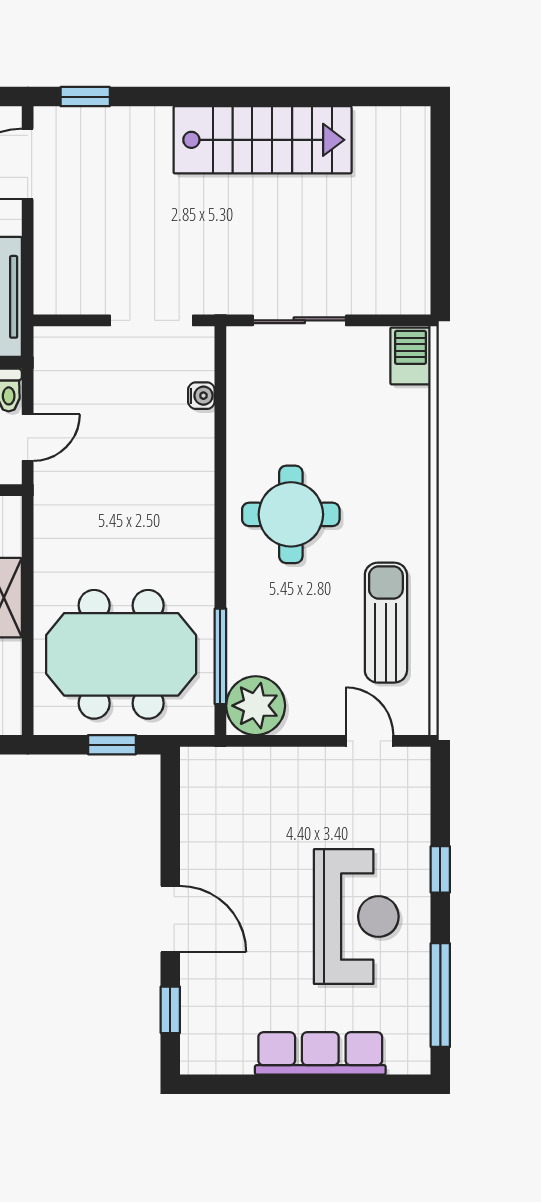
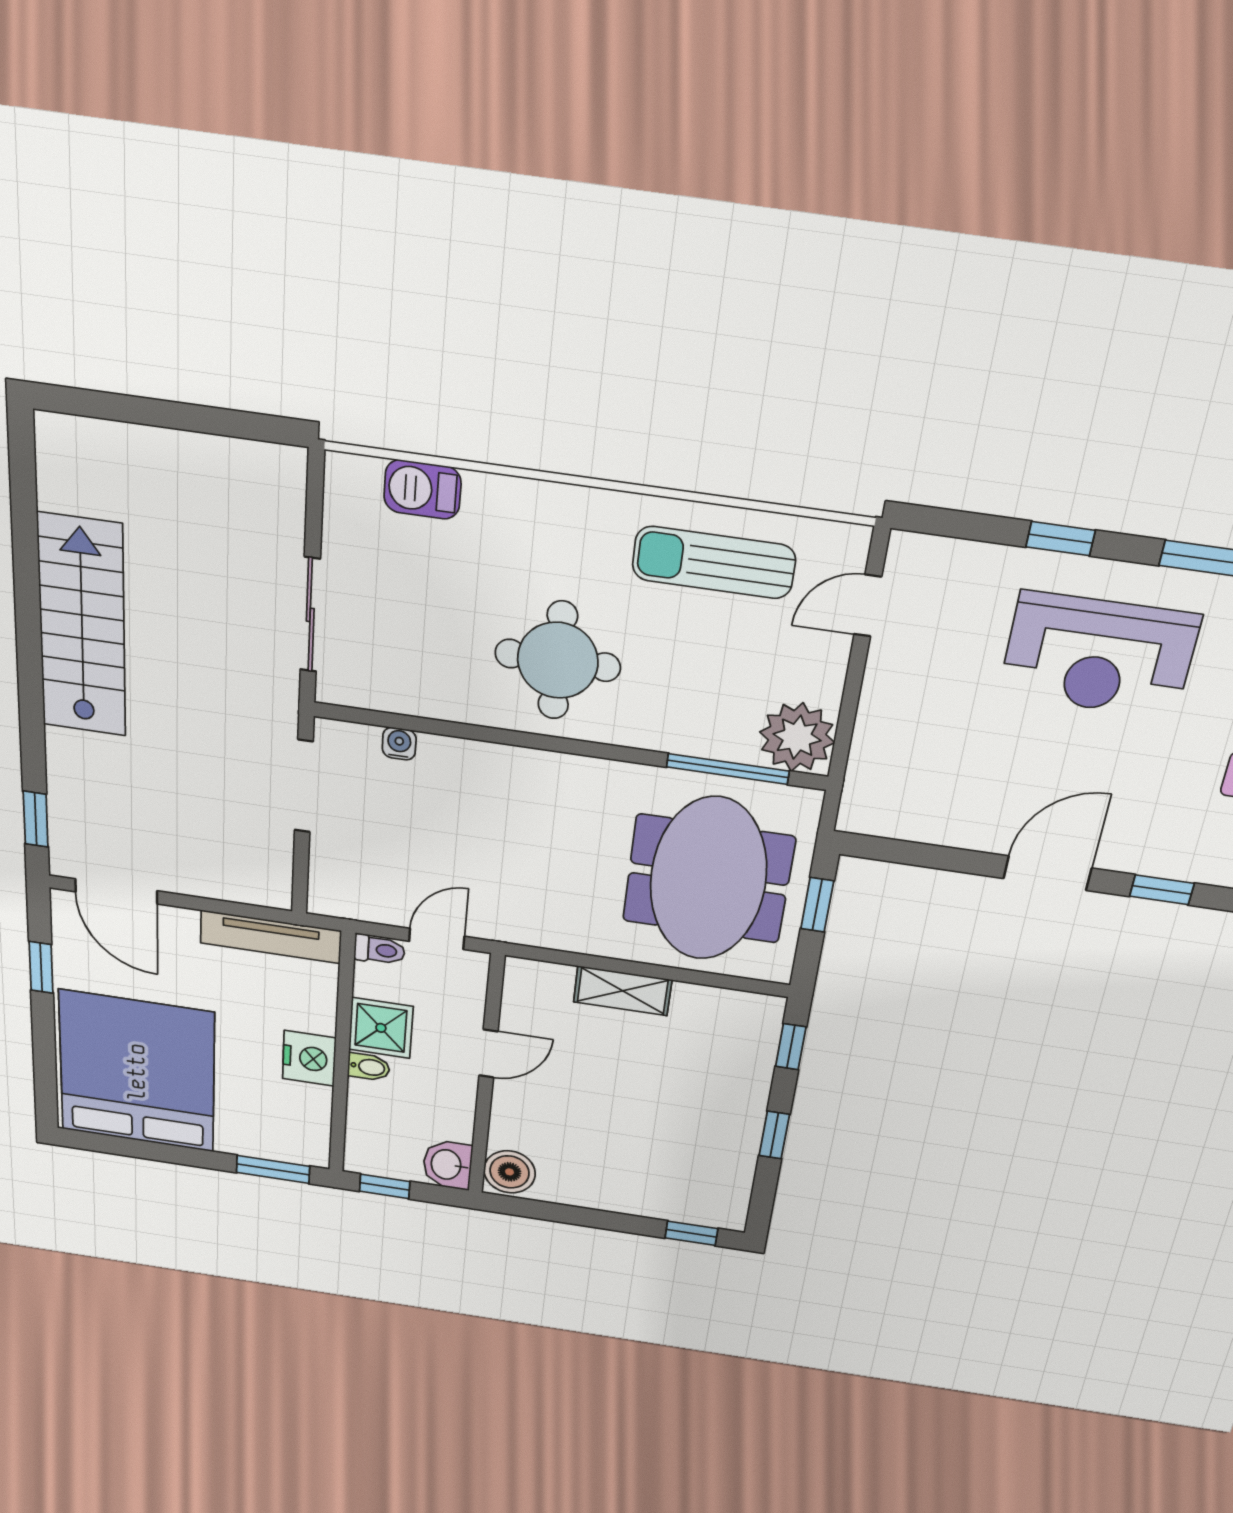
barbecue: (411, 356) -> (422, 489), moved
door: (28, 438) -> (437, 939), hinge flipped
reception desk: (356, 917) -> (1099, 655), turned 180

